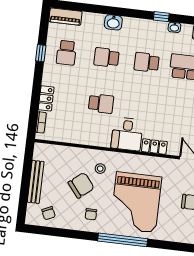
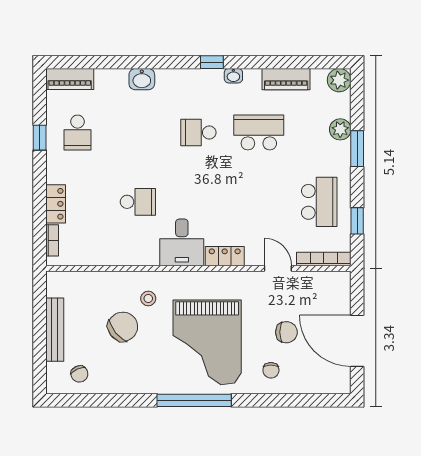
school desk: (107, 58) -> (138, 132), removed
chair: (91, 214) -> (271, 370), moved

